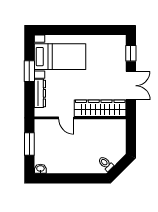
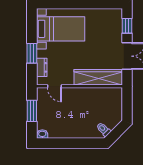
window: (29, 71) -> (32, 53), moved
dresser: (40, 93) -> (42, 67), width x0.70
door: (66, 118) -> (54, 86), moved

